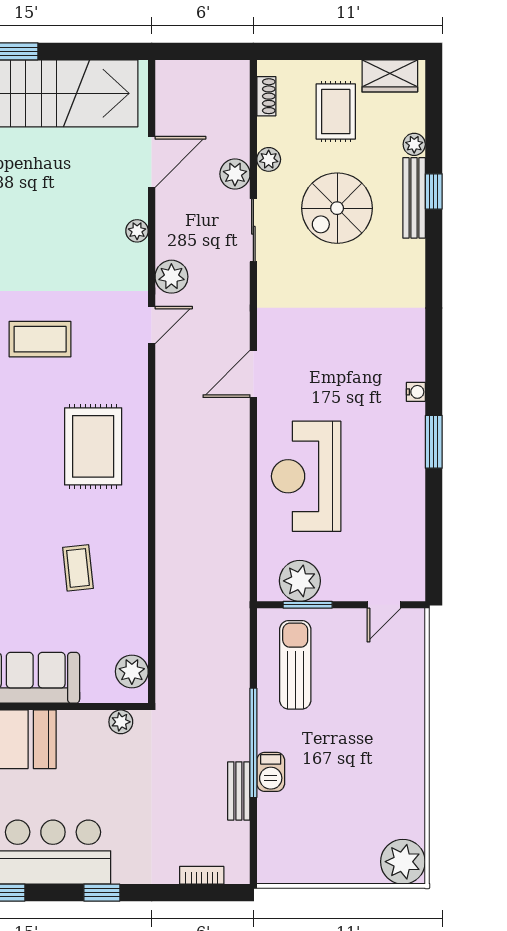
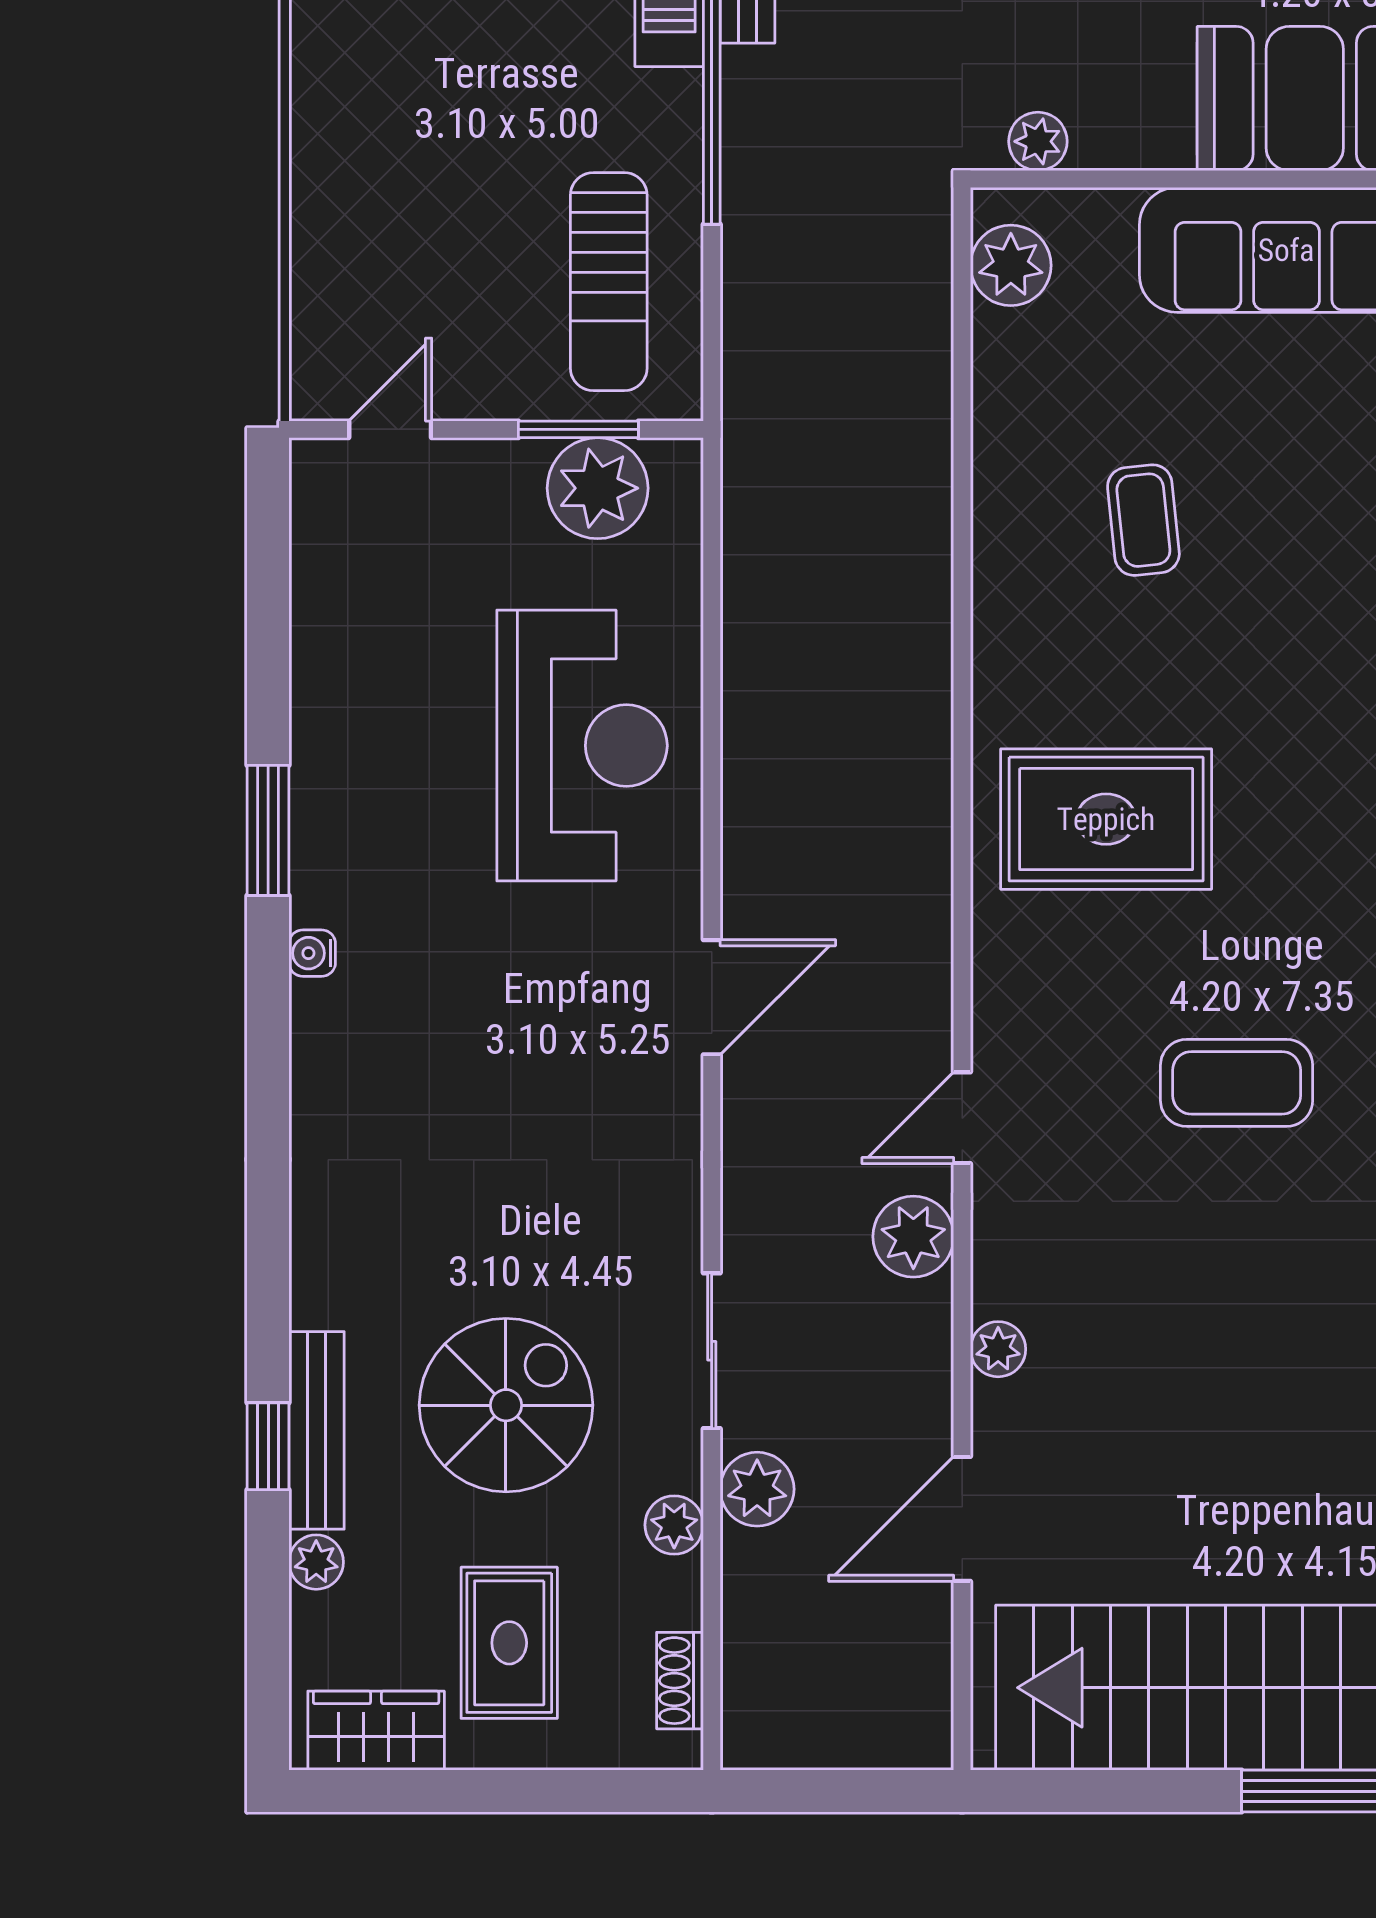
rug: (93, 446) -> (1106, 819), turned 90

